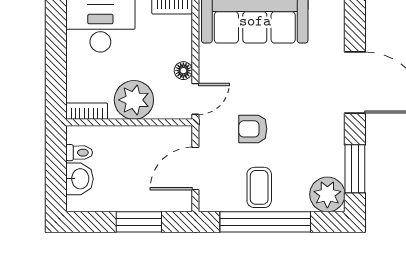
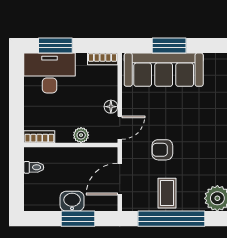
plant: (134, 100) -> (81, 135), width x0.53, depth x0.53
washbasin: (79, 179) -> (72, 201), moved, turned -90

